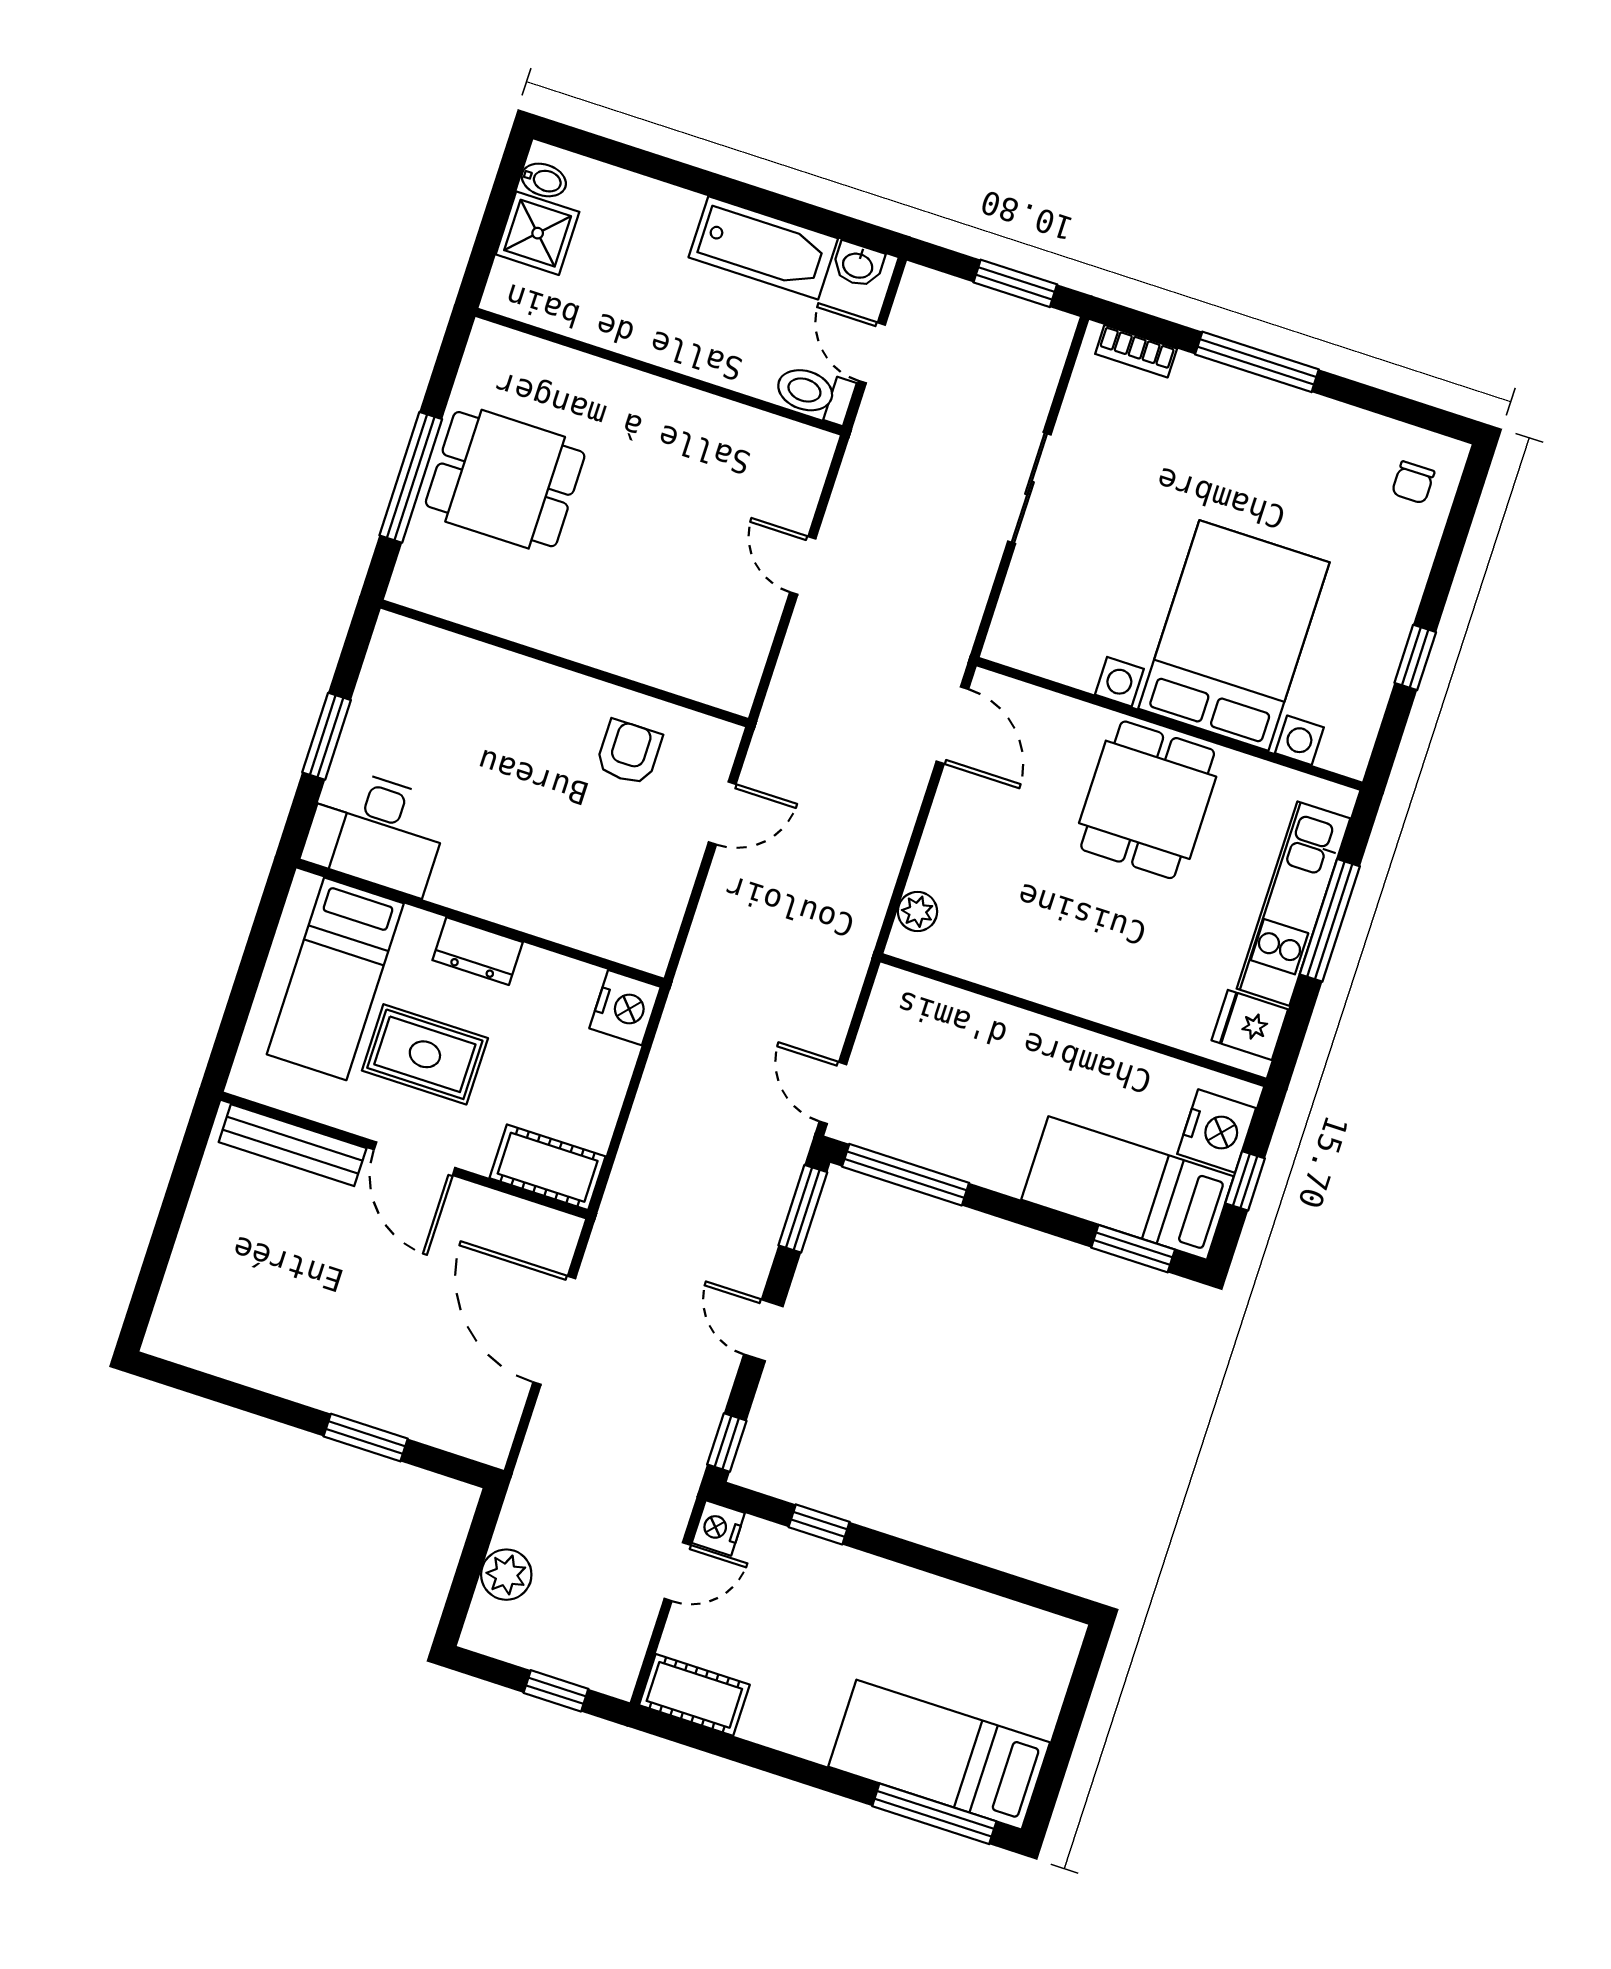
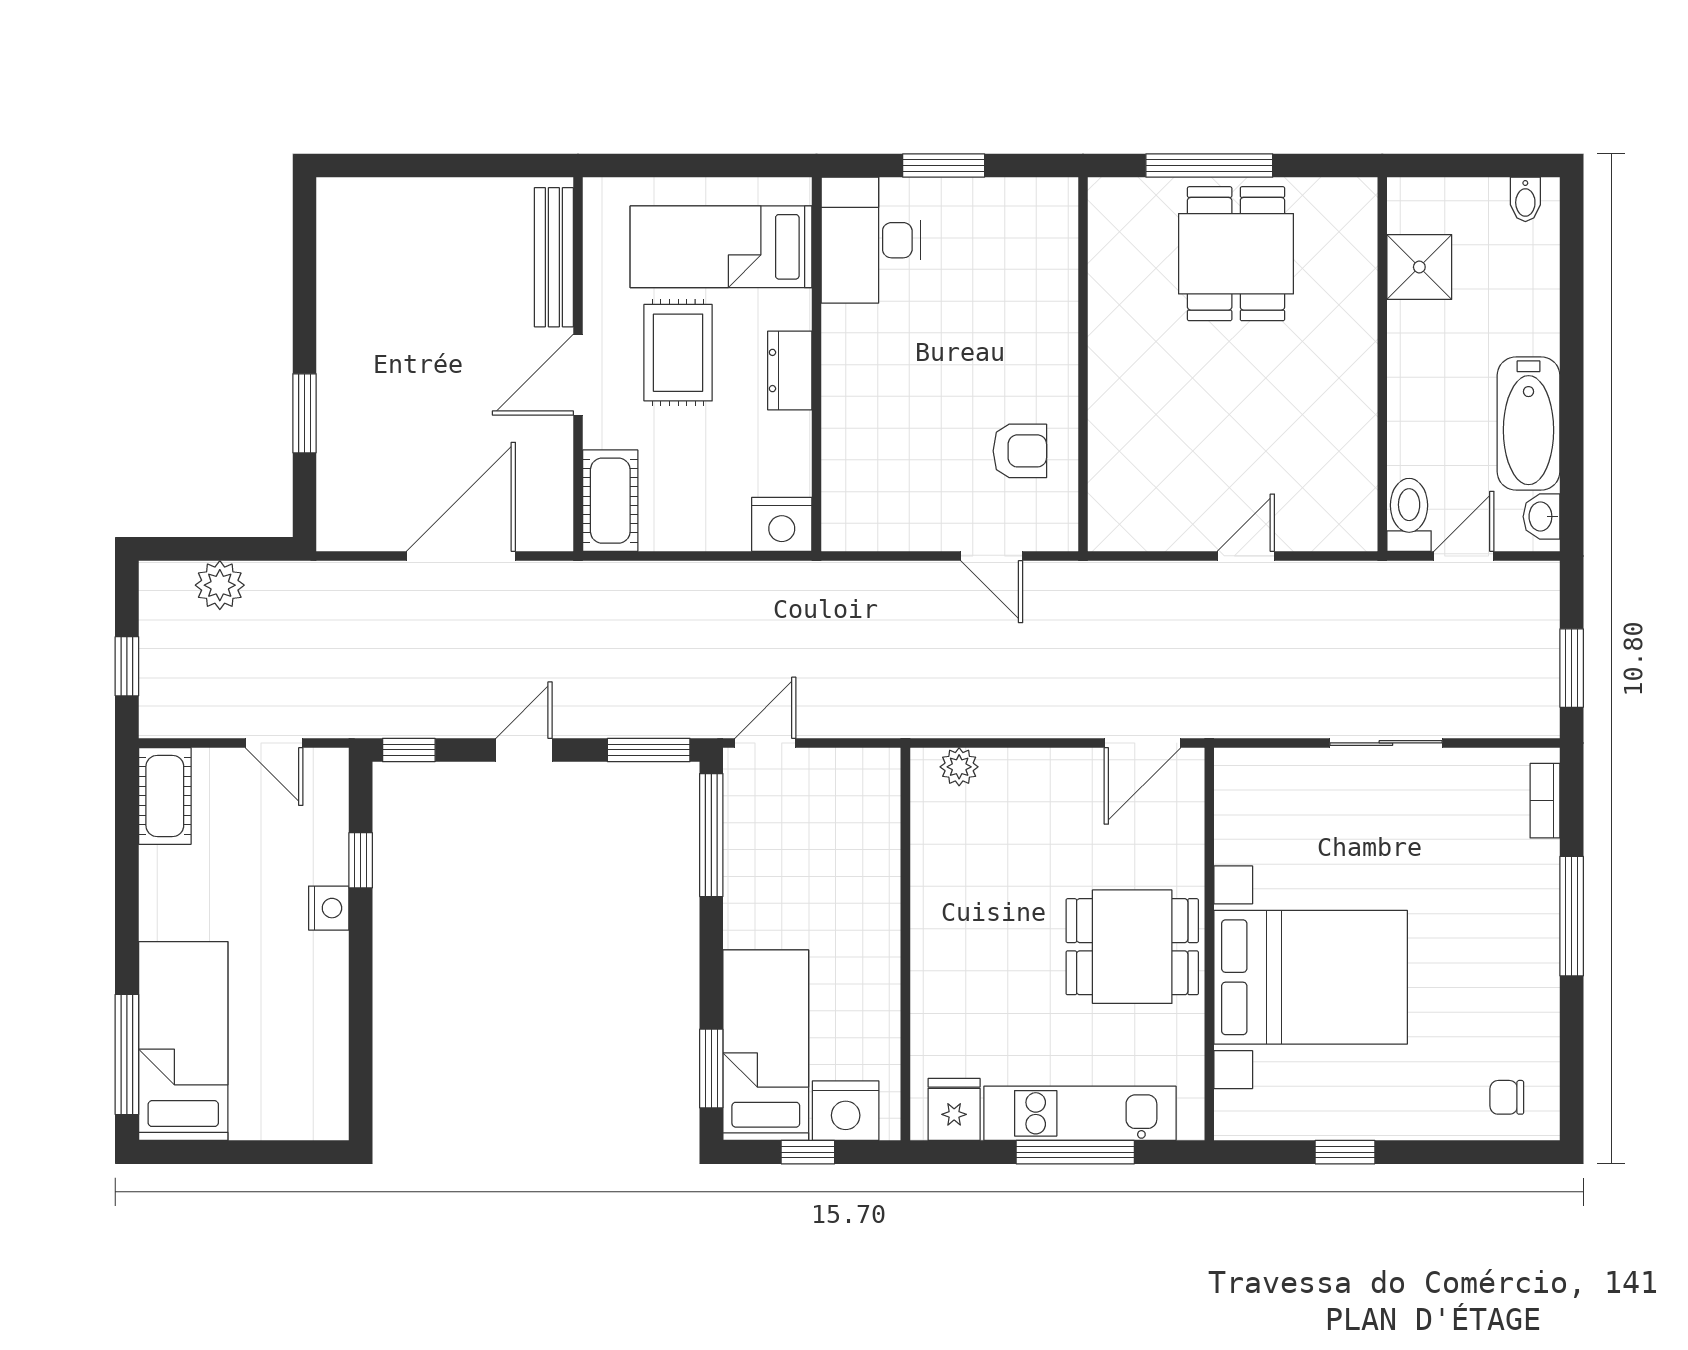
shower: (538, 233) -> (1419, 267), moved
nightstand: (718, 1528) -> (329, 908), moved, turned 90

